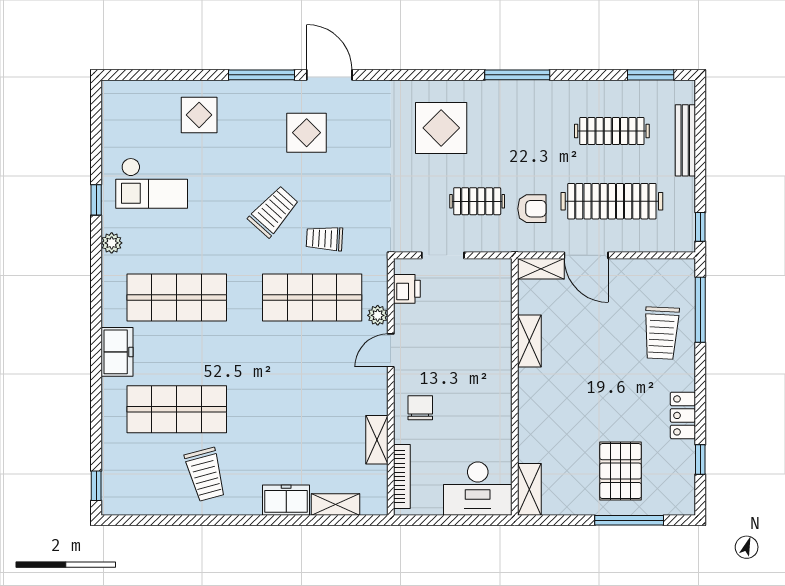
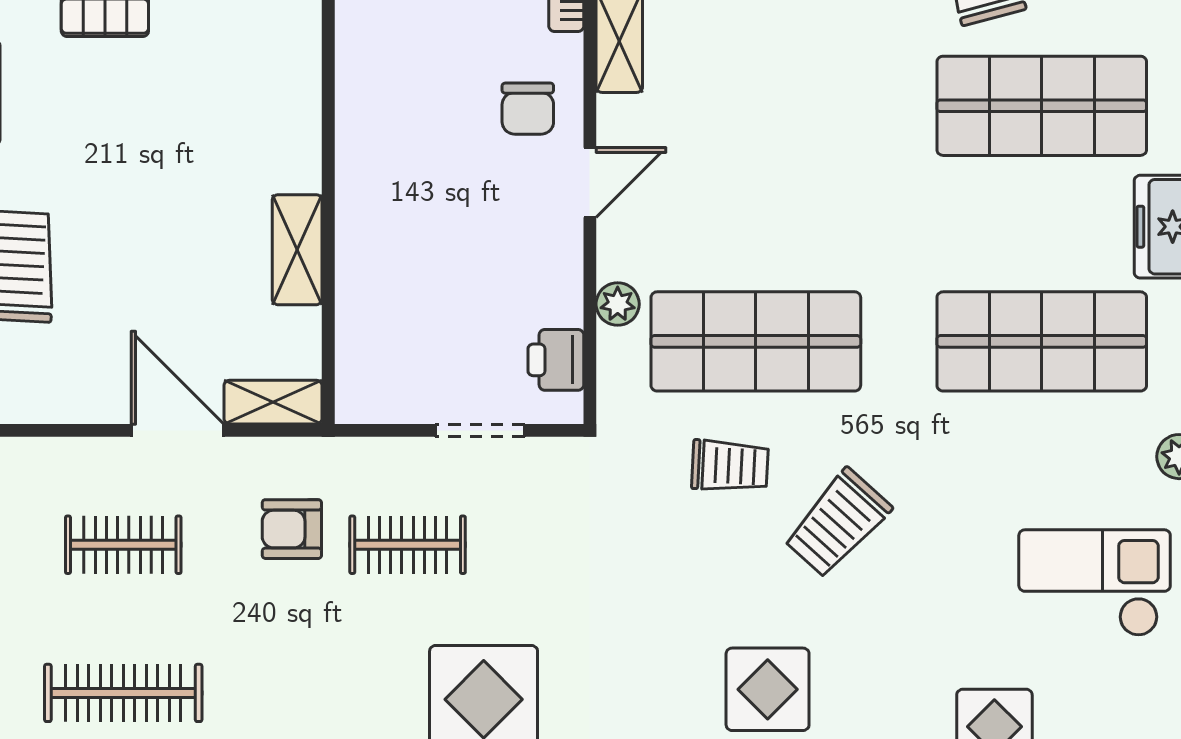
clothes rail: (612, 201) -> (123, 545), width x0.54, depth x0.76
door: (391, 350) -> (590, 182), moved

